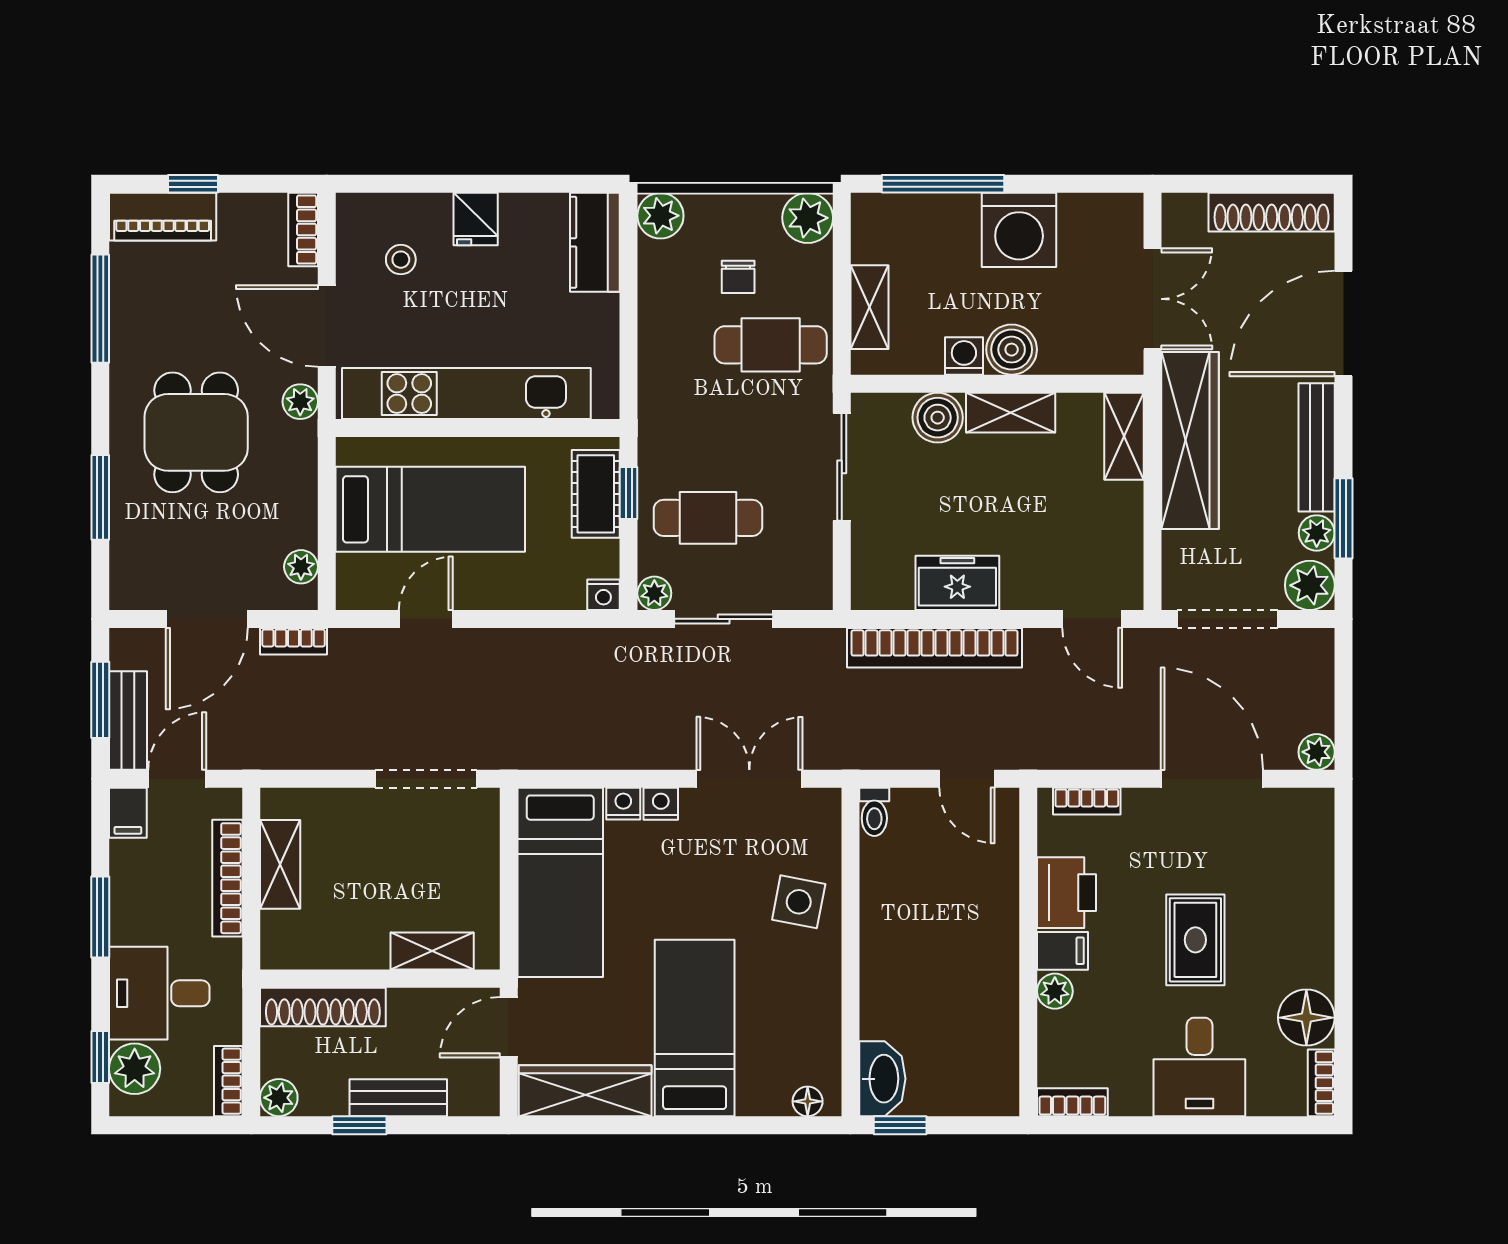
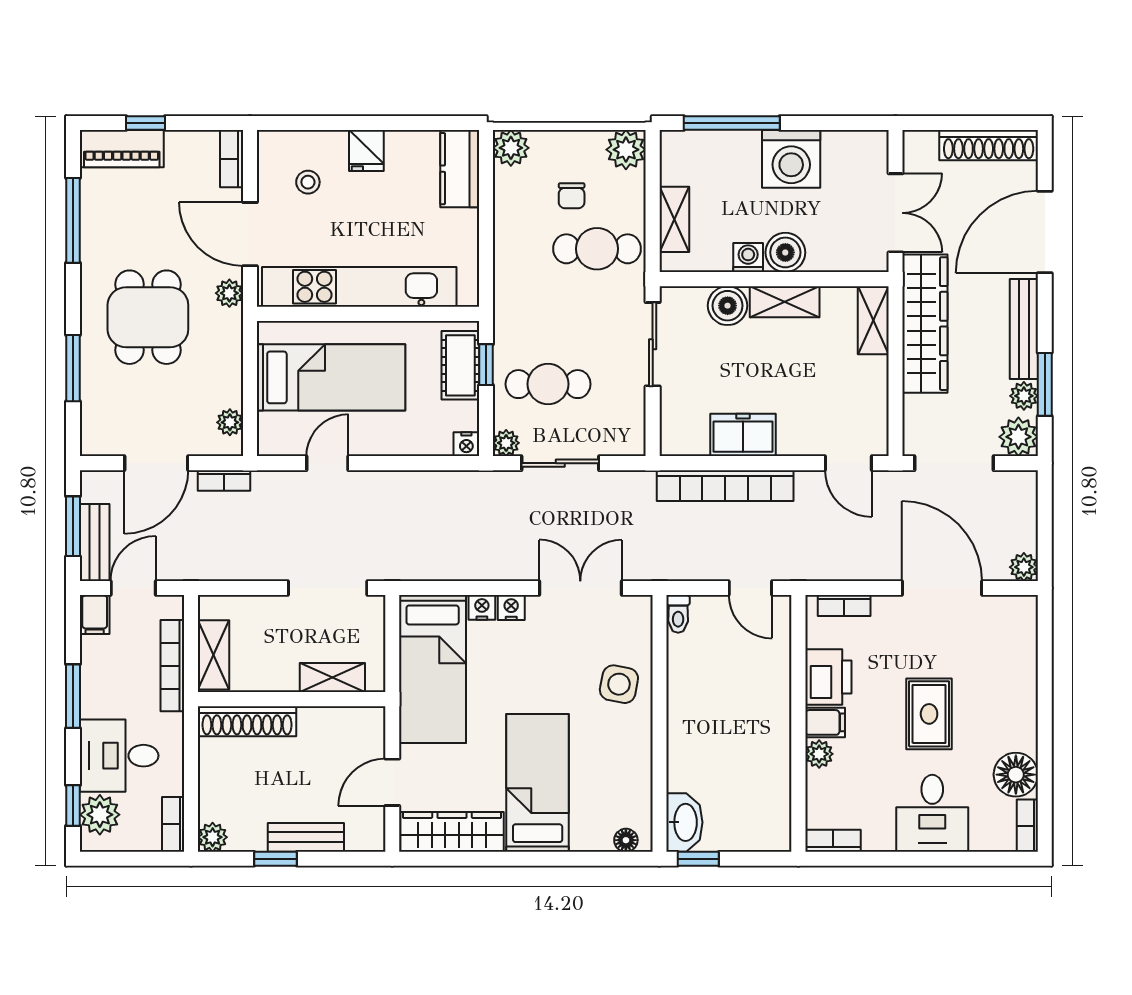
shelving: (432, 951) -> (332, 678), moved
wall: (380, 979) -> (292, 699), moved
shoe rack: (323, 1007) -> (247, 721), moved

